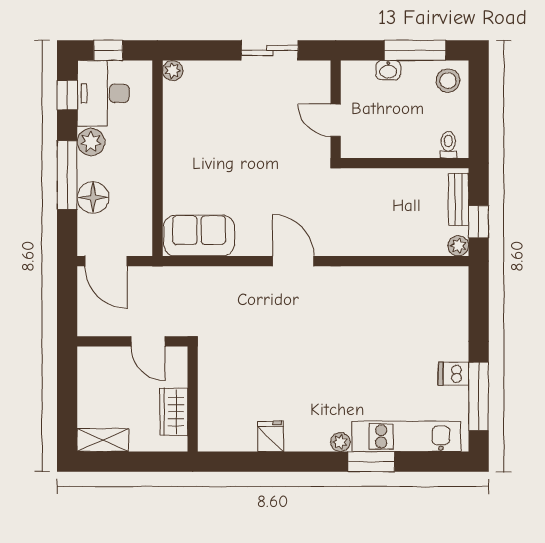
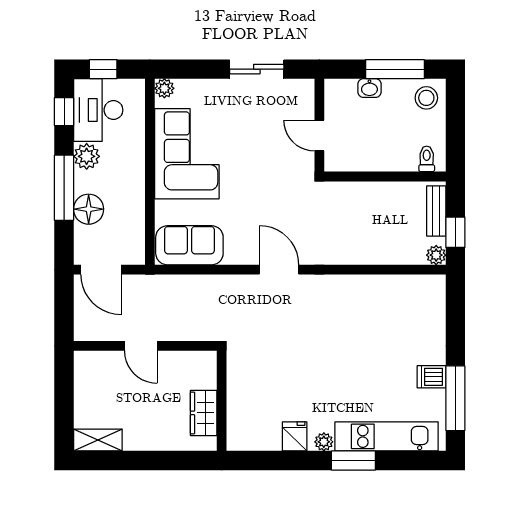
corner sofa: (196, 139) -> (187, 154), added
wall: (193, 399) -> (222, 401), moved
wardrobe: (174, 412) -> (204, 413), moved
fridge: (271, 436) -> (295, 436), moved

